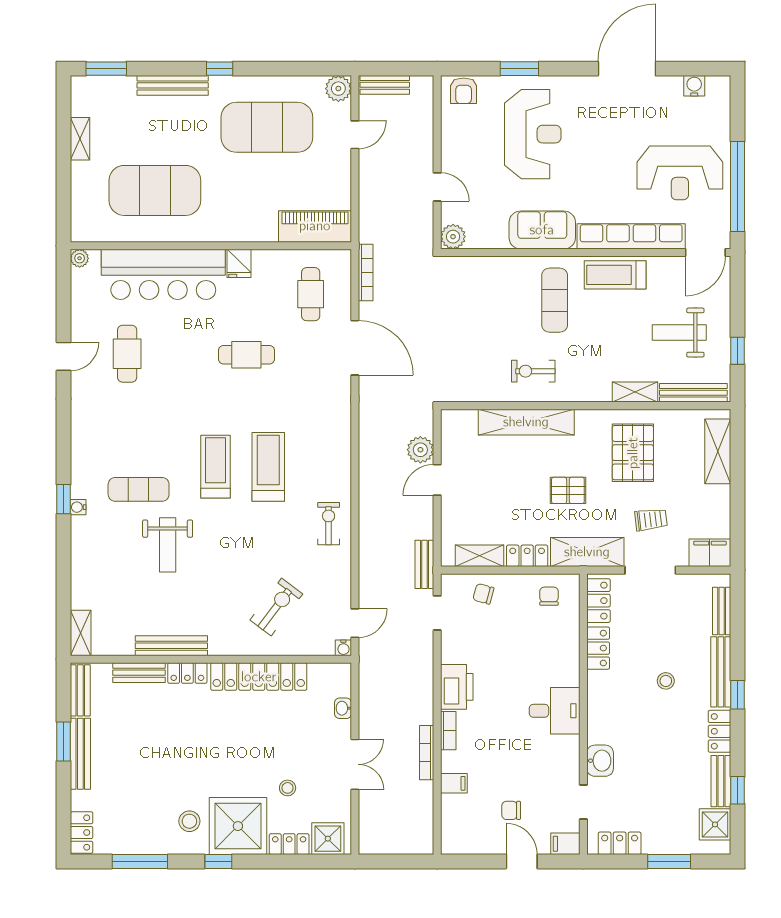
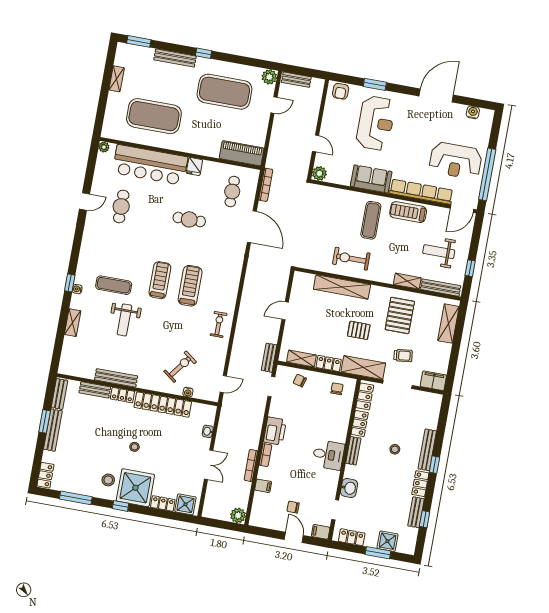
exercise bike: (533, 371) -> (351, 259), width x1.38, depth x1.39
plant: (420, 450) -> (238, 515), moved
bench: (722, 611) -> (353, 451), moved
shelving: (81, 633) -> (73, 323), moved
water cooler: (343, 648) -> (188, 392), moved
stool: (288, 788) -> (135, 447), moved
shower: (715, 824) -> (388, 541), moved

